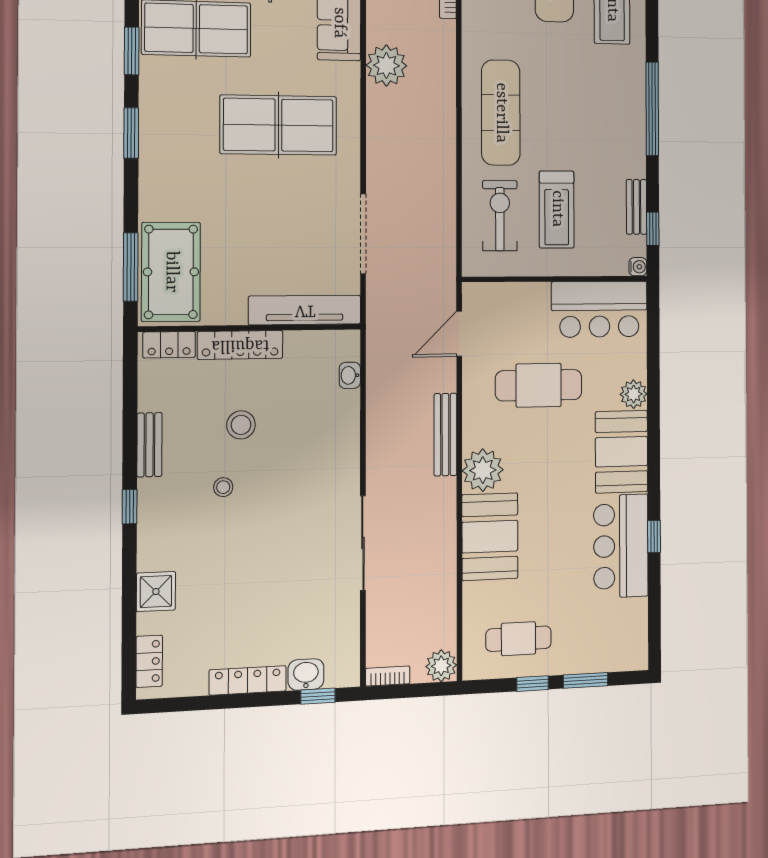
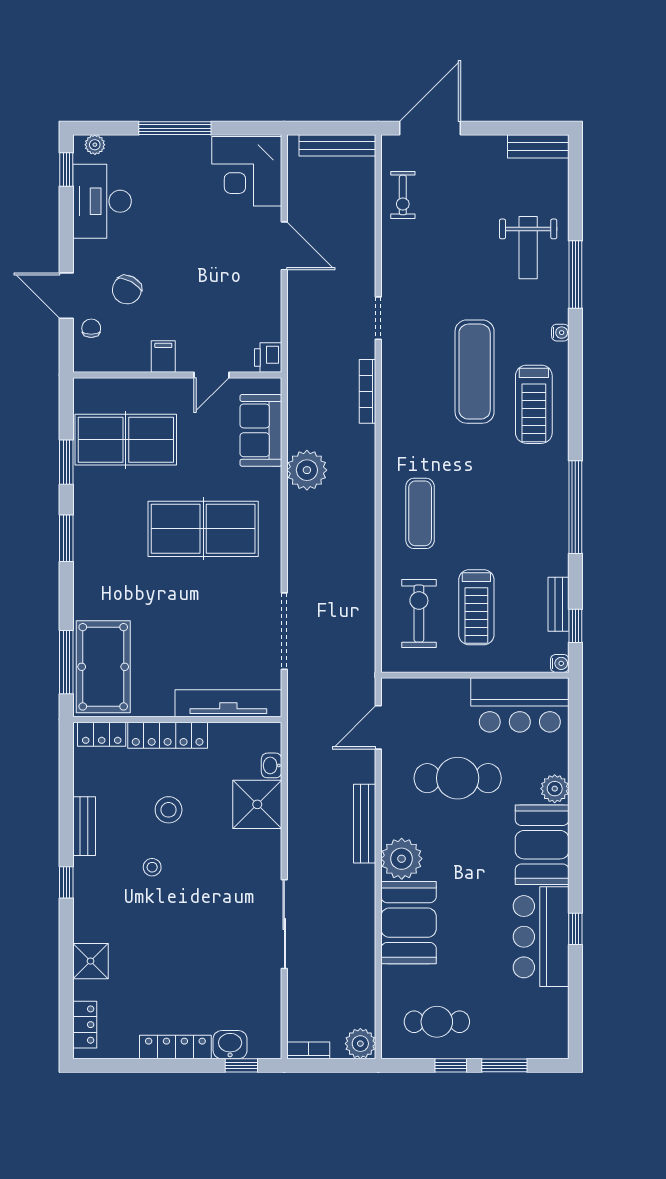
exercise mat: (501, 113) -> (420, 513), width x0.73, depth x0.69
shower: (335, 417) -> (257, 804), added

